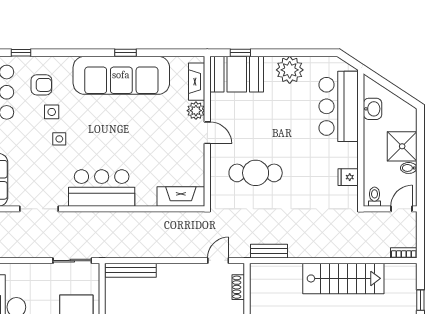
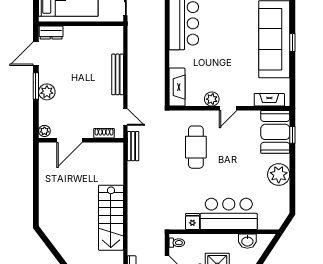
bar counter: (339, 106) -> (229, 214), moved
plant: (196, 111) -> (212, 99), moved
bench: (269, 251) -> (133, 146), moved
bench: (131, 270) -> (118, 74), moved

